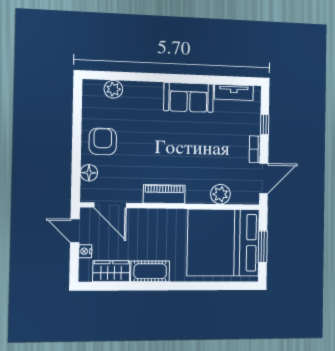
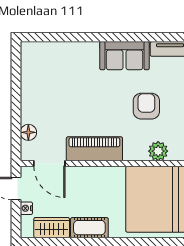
plant: (113, 89) -> (50, 50), removed
armchair: (103, 141) -> (146, 106), moved
piano: (164, 194) -> (94, 149), width x1.37, depth x1.33

